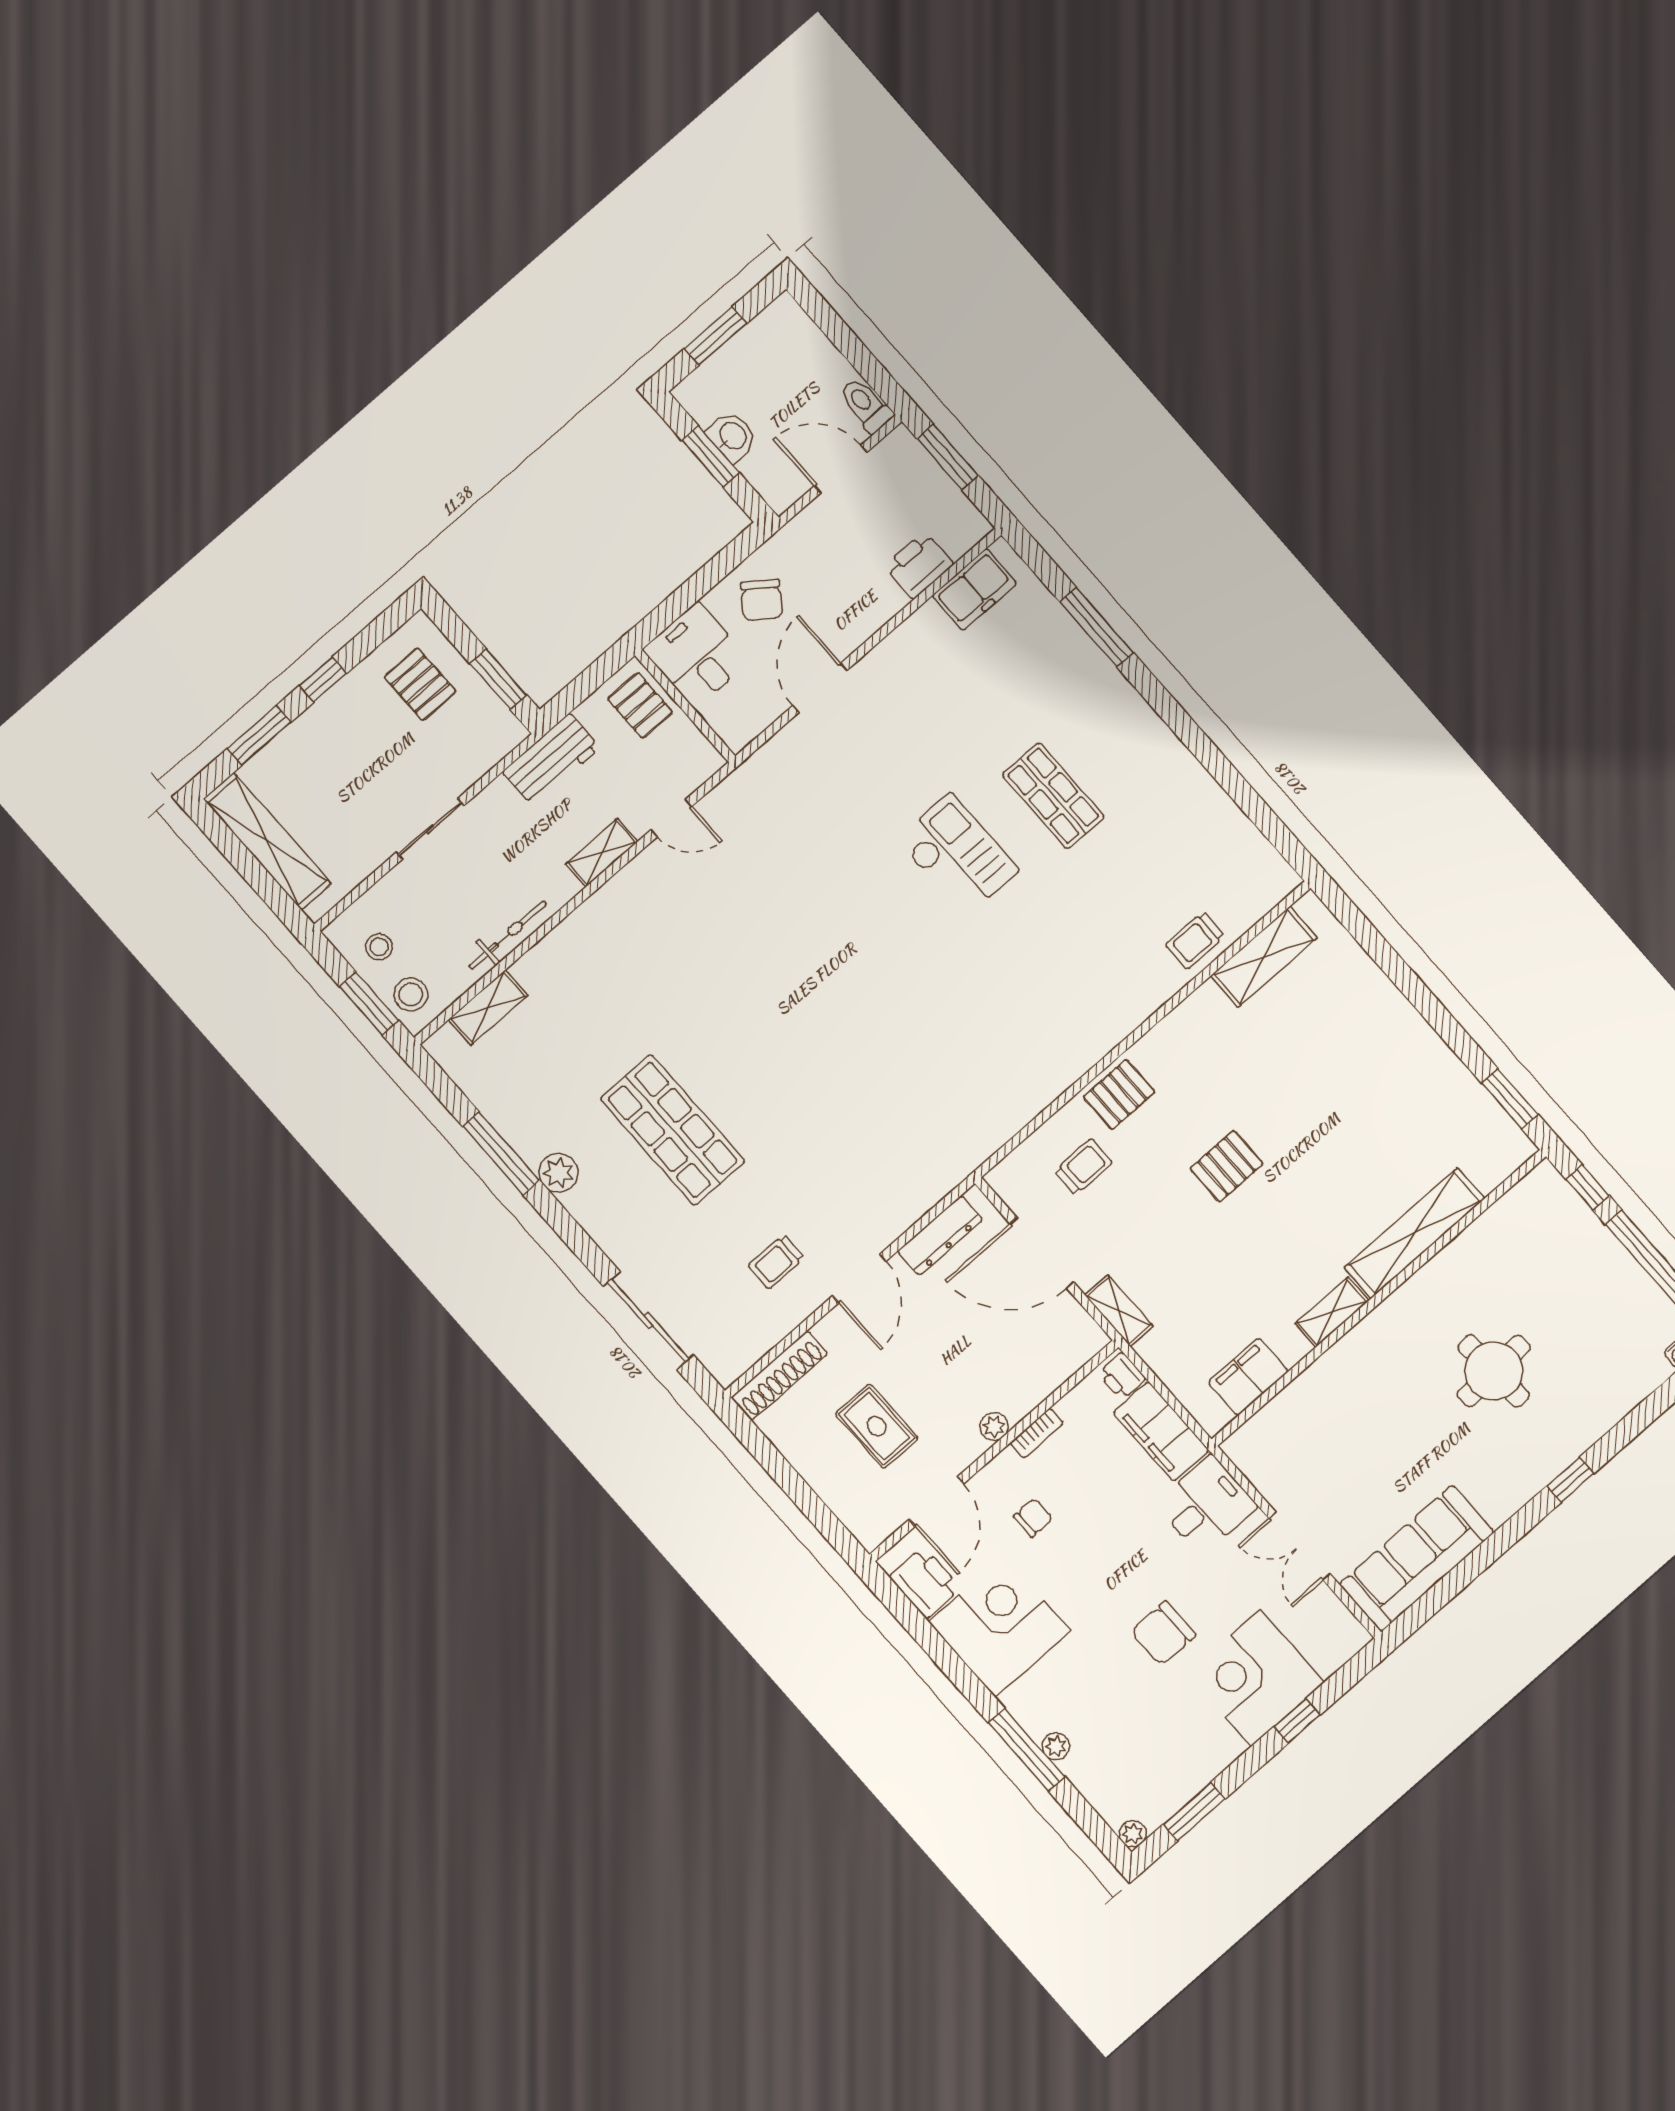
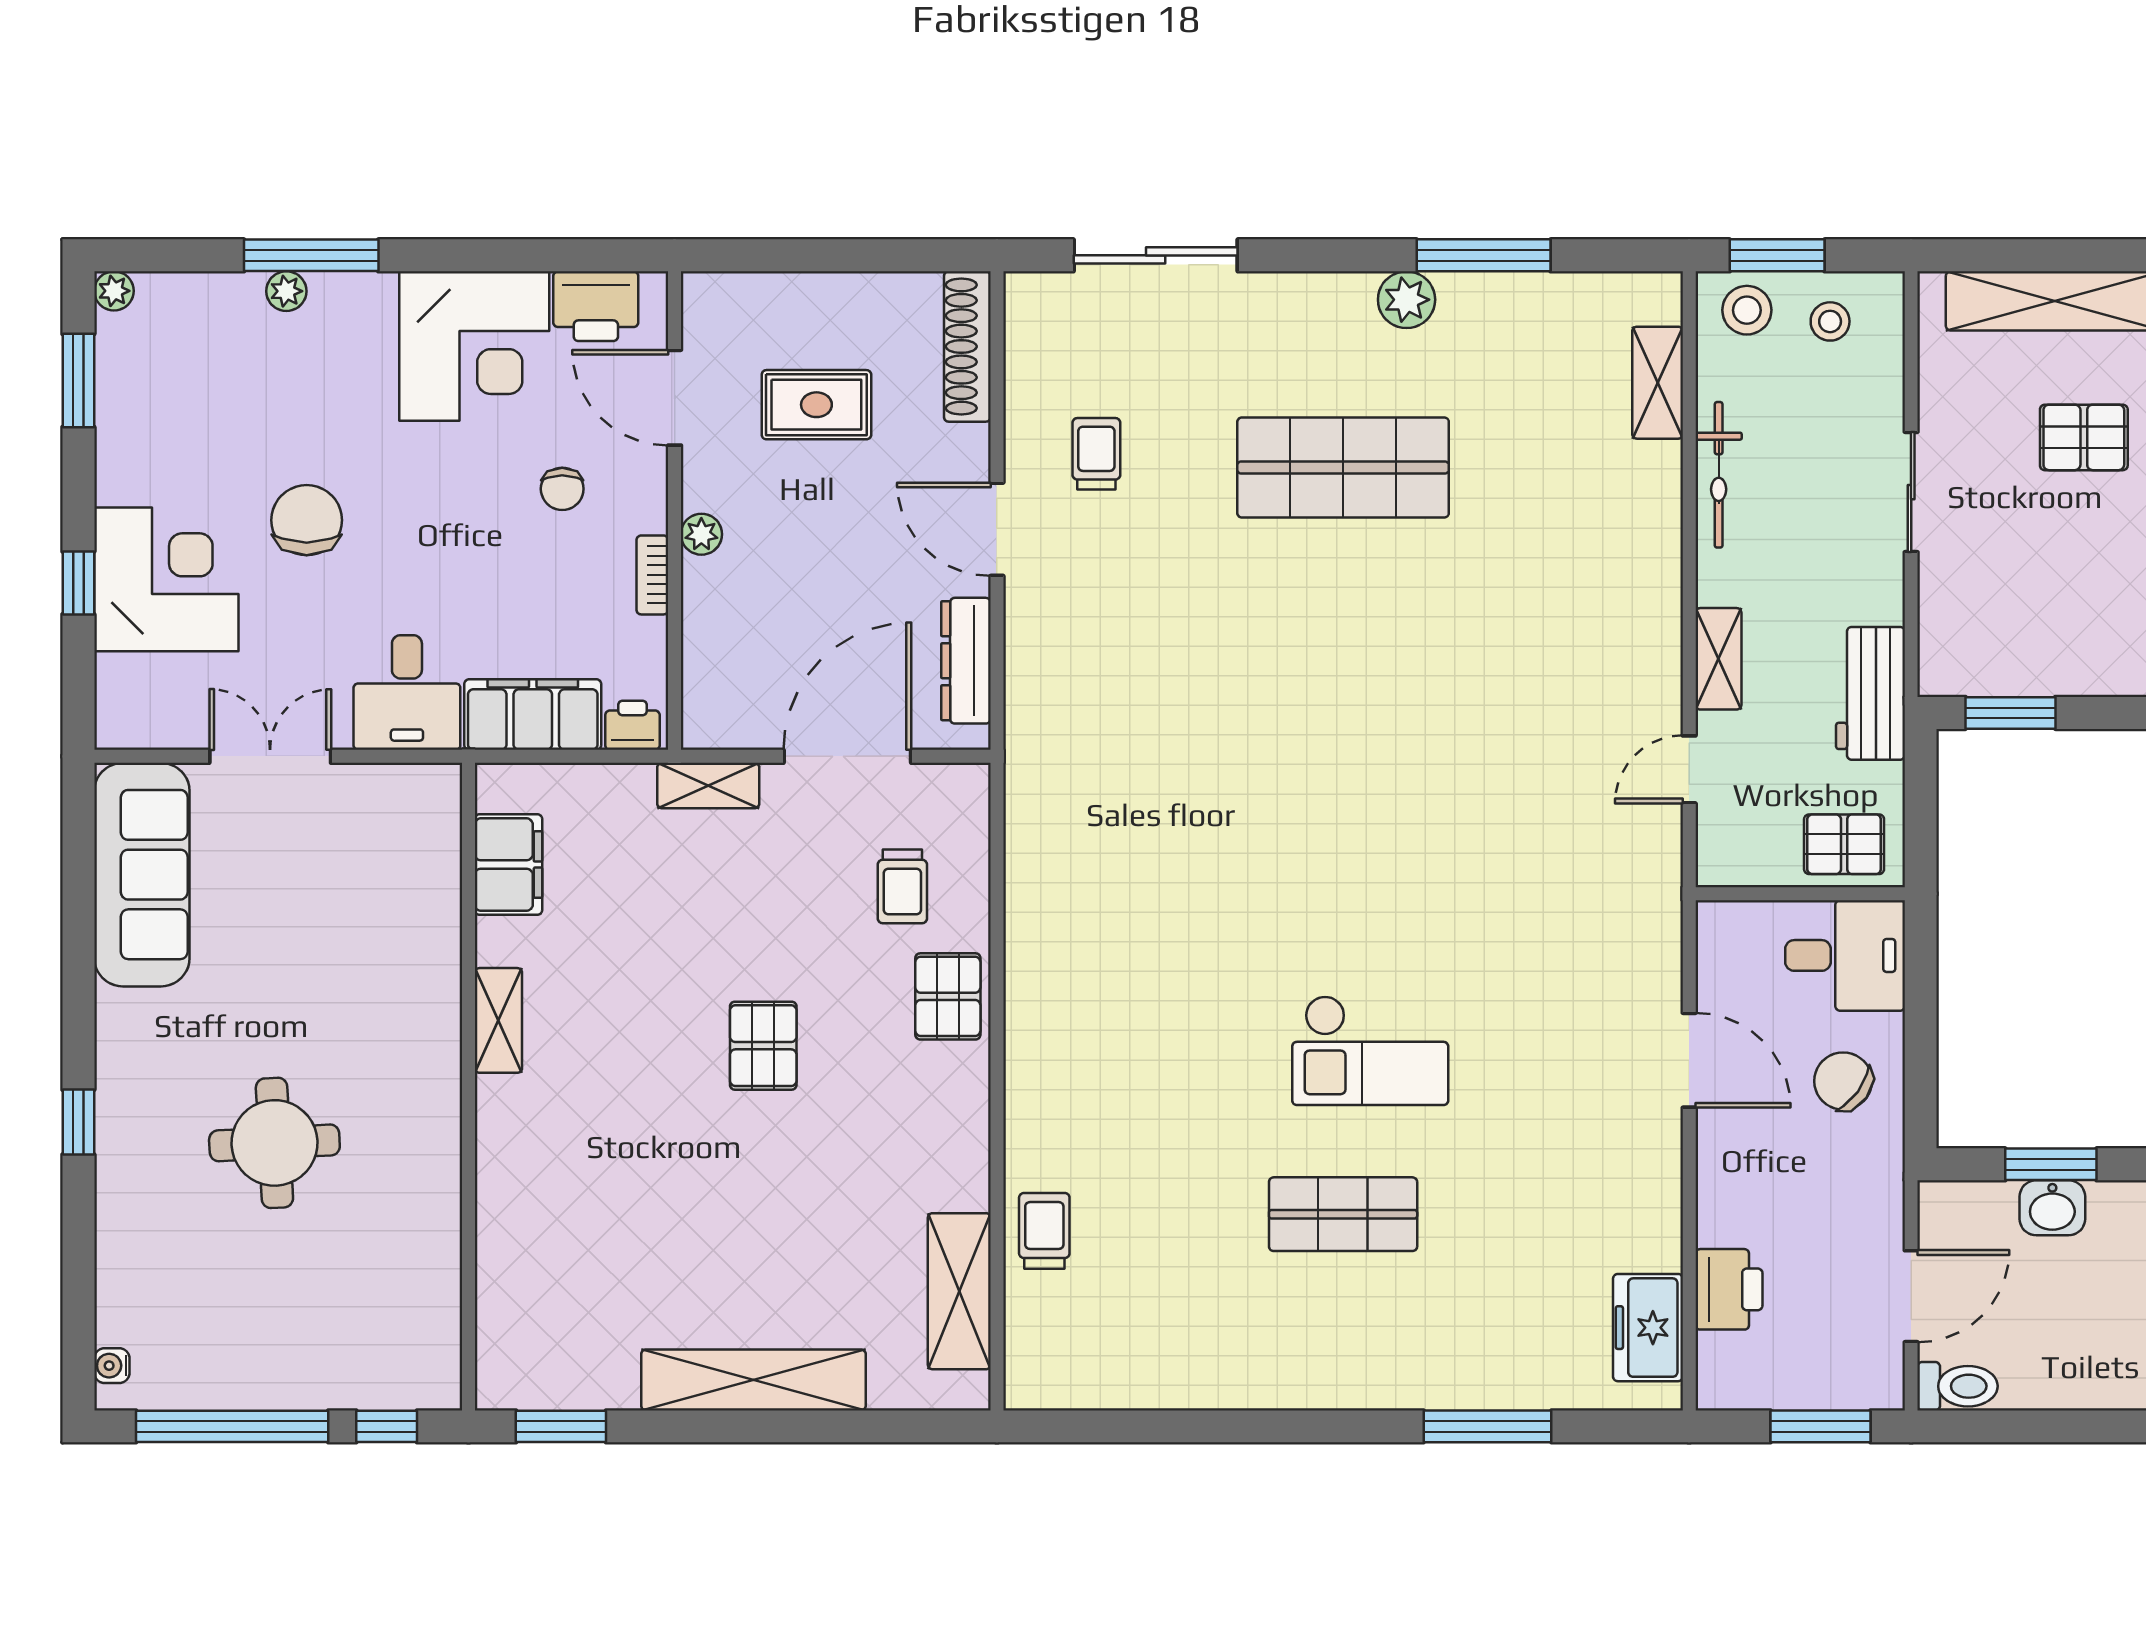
pallet: (420, 684) -> (2084, 437), moved
shelving: (1414, 1233) -> (753, 1380), moved, turned 90

